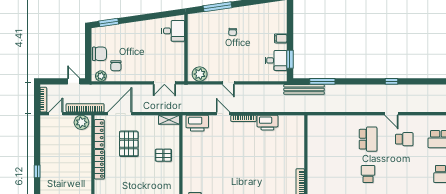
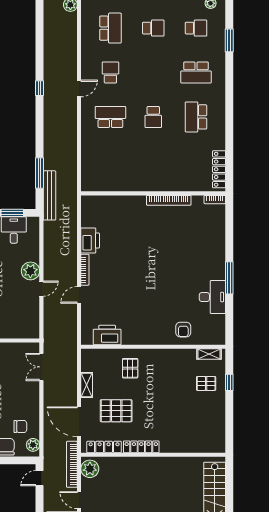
plant: (200, 74) -> (30, 271), moved
double door: (164, 83) -> (41, 367), swing flipped
shelving: (169, 120) -> (87, 385), moved
printer: (197, 123) -> (107, 335), moved, turned -90
school desk: (368, 174) -> (153, 117), turned -90

